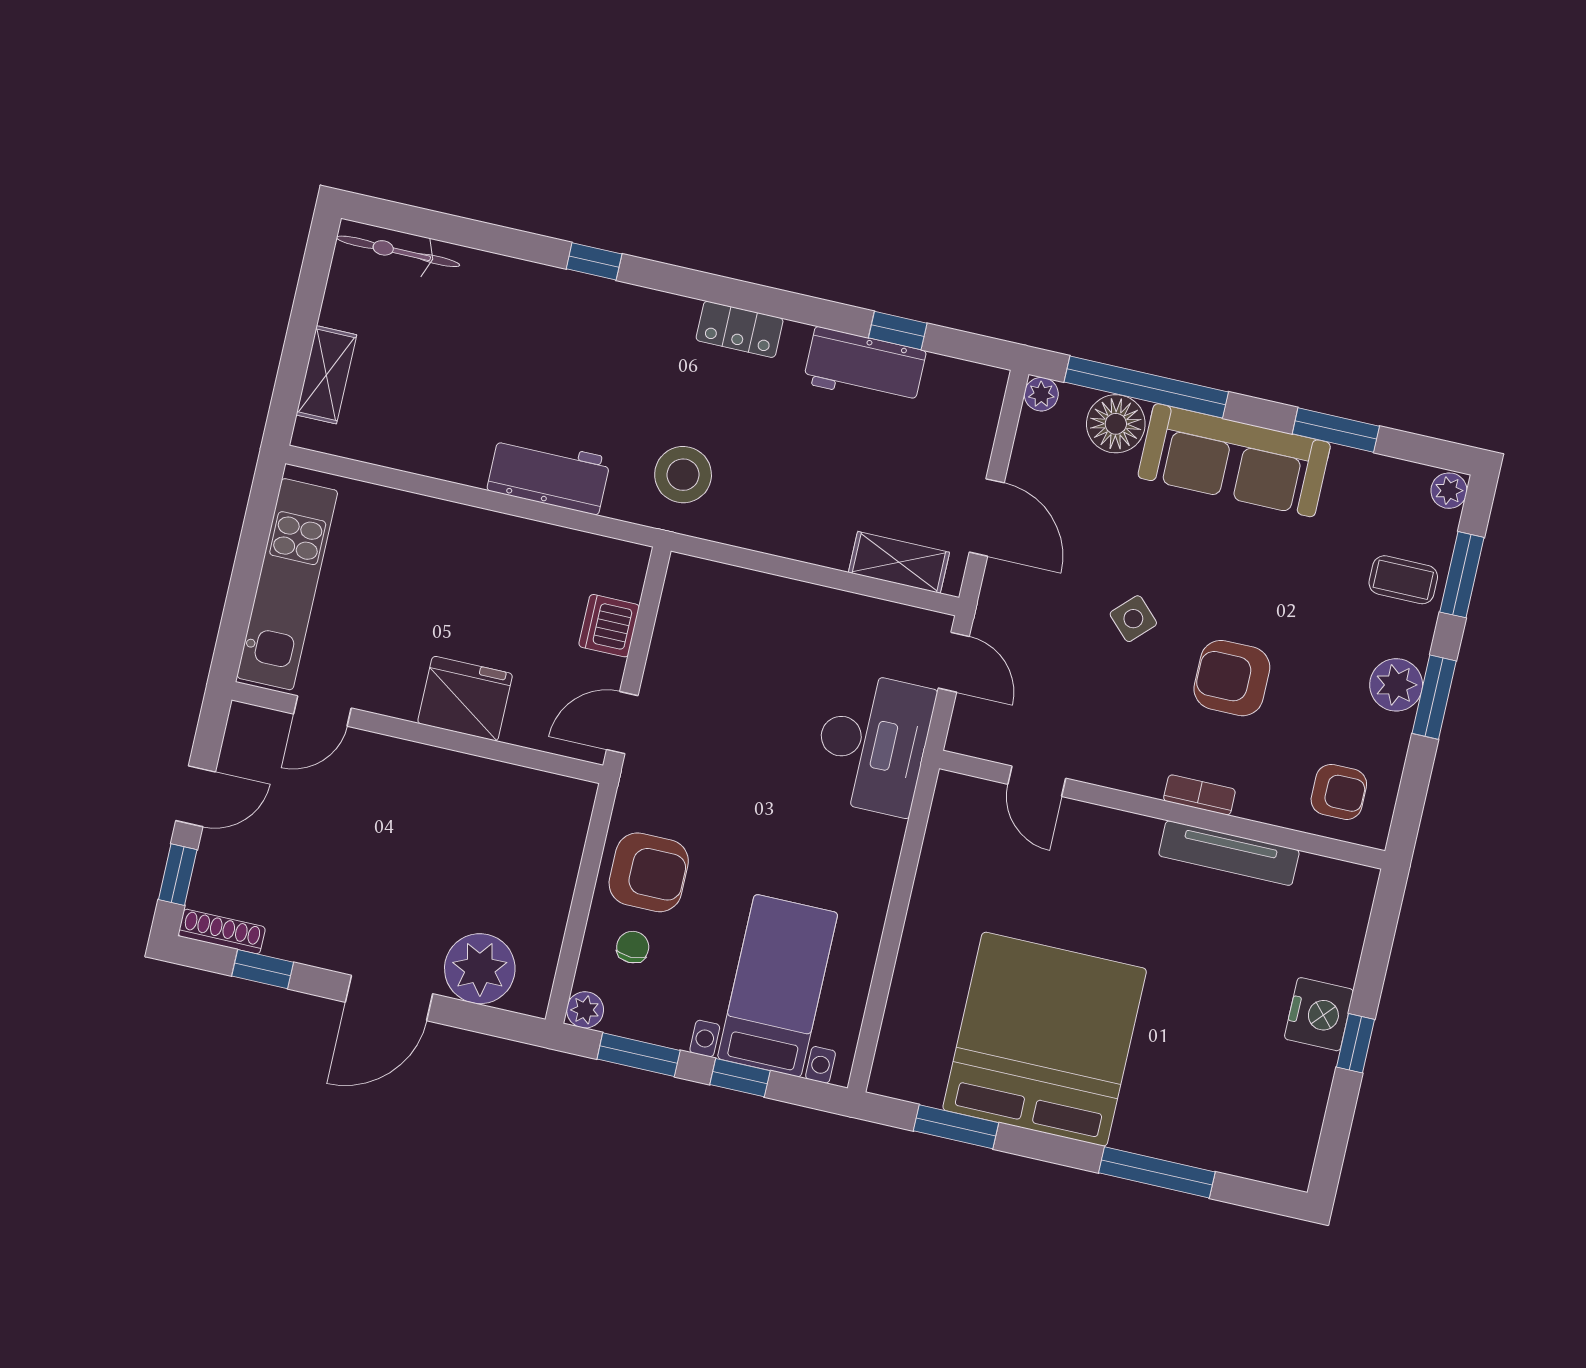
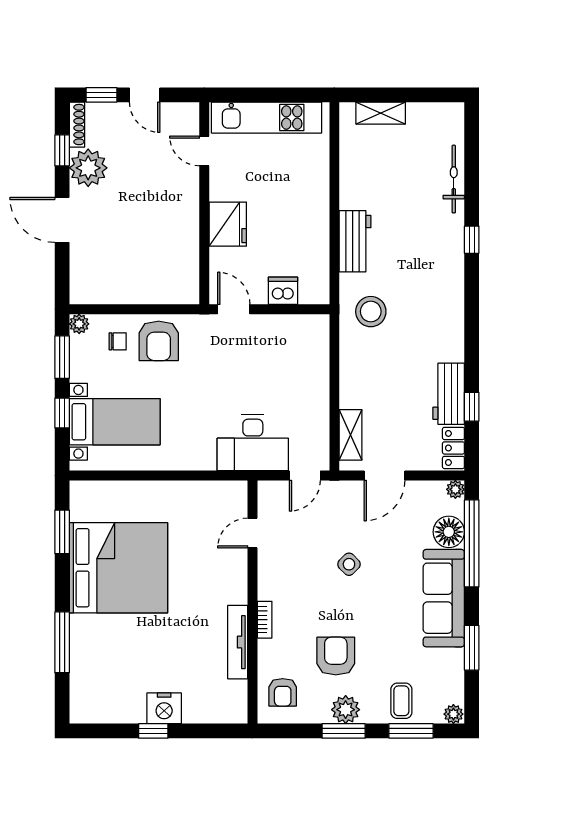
bicycle: (398, 251) -> (454, 179), moved
locker: (740, 329) -> (453, 448), moved
armchair: (1232, 678) -> (336, 656), moved
plant: (480, 969) -> (88, 168), moved

